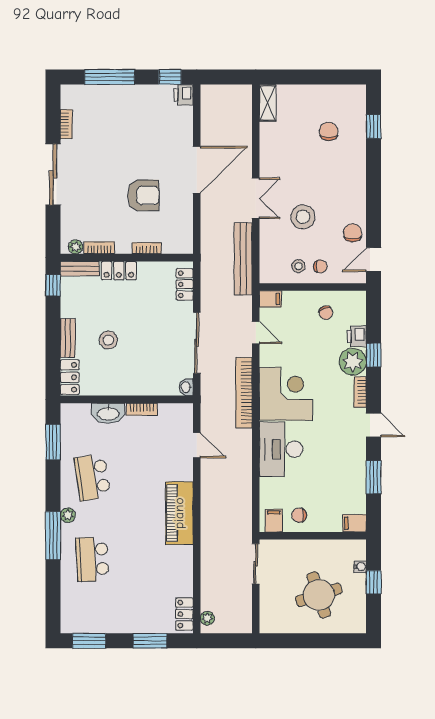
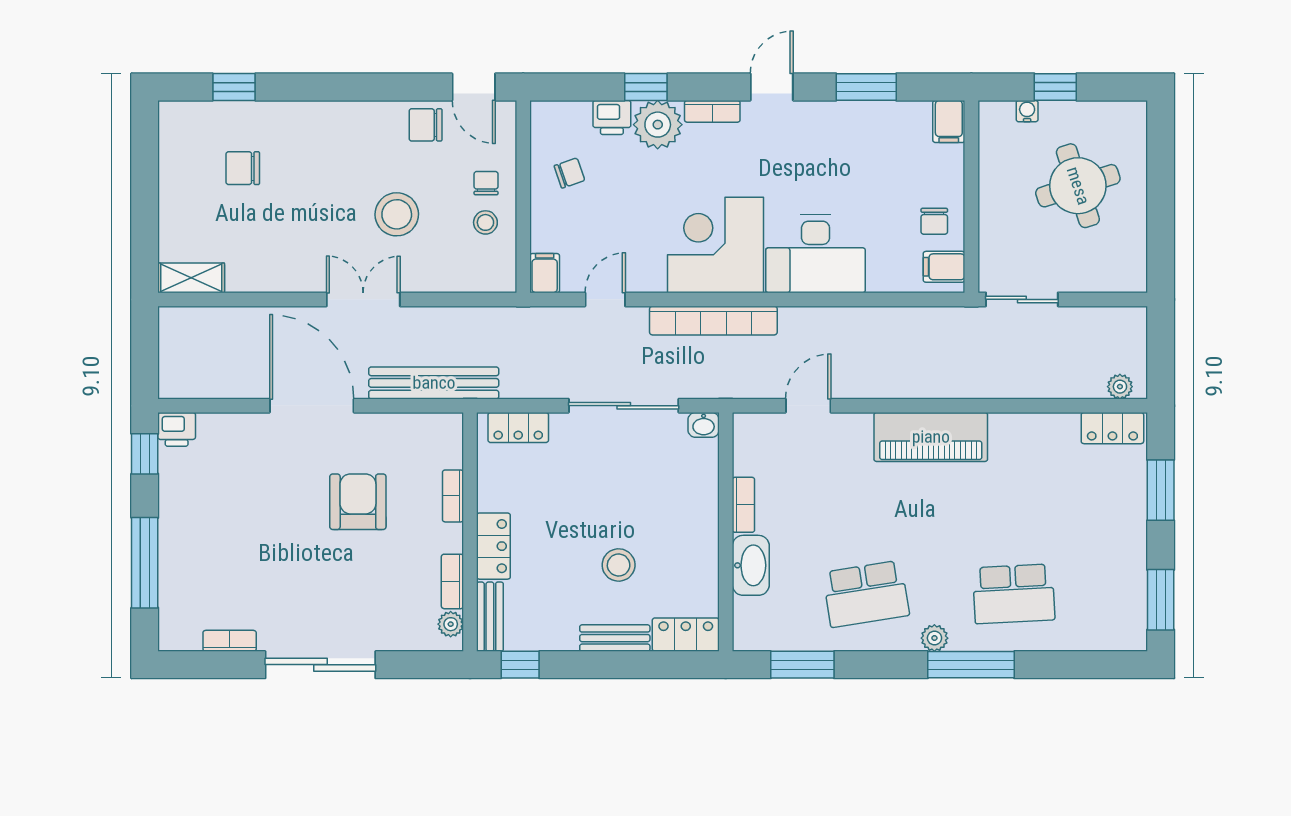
bench: (243, 259) -> (434, 383), moved

